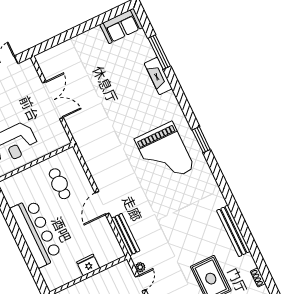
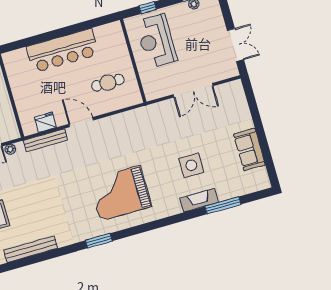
sofa: (121, 26) -> (249, 150), moved
side table: (126, 89) -> (191, 165), added
window: (201, 140) -> (99, 241), moved
fridge: (88, 265) -> (45, 122), moved, turned -90

